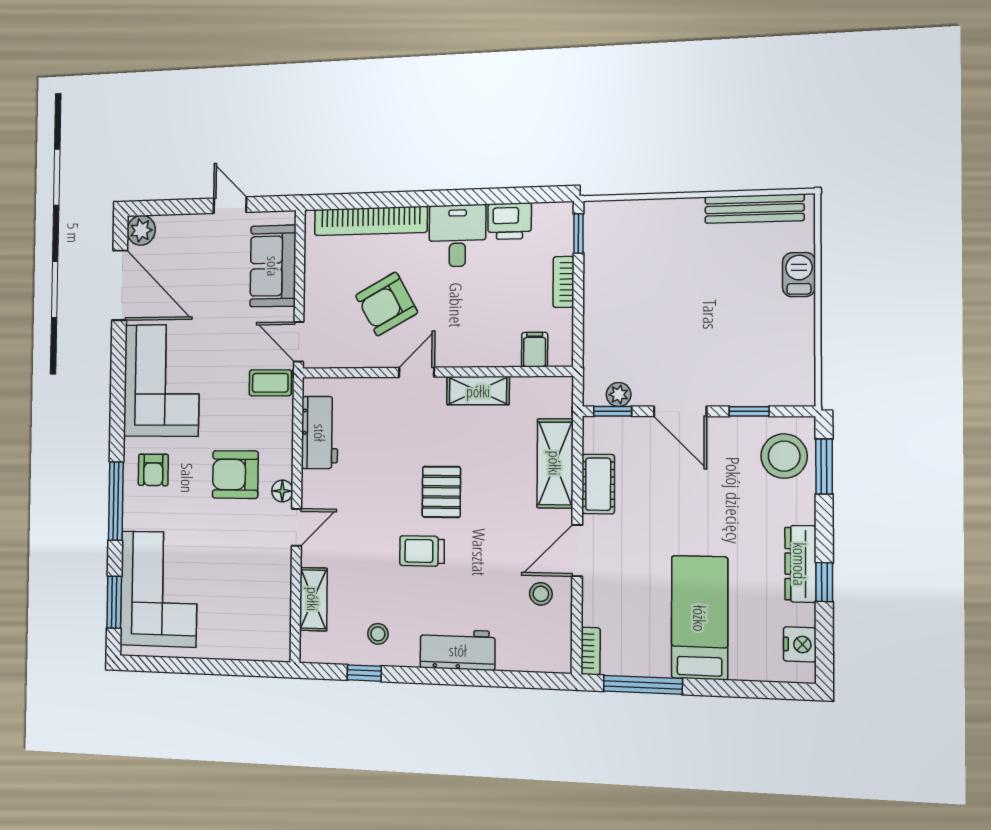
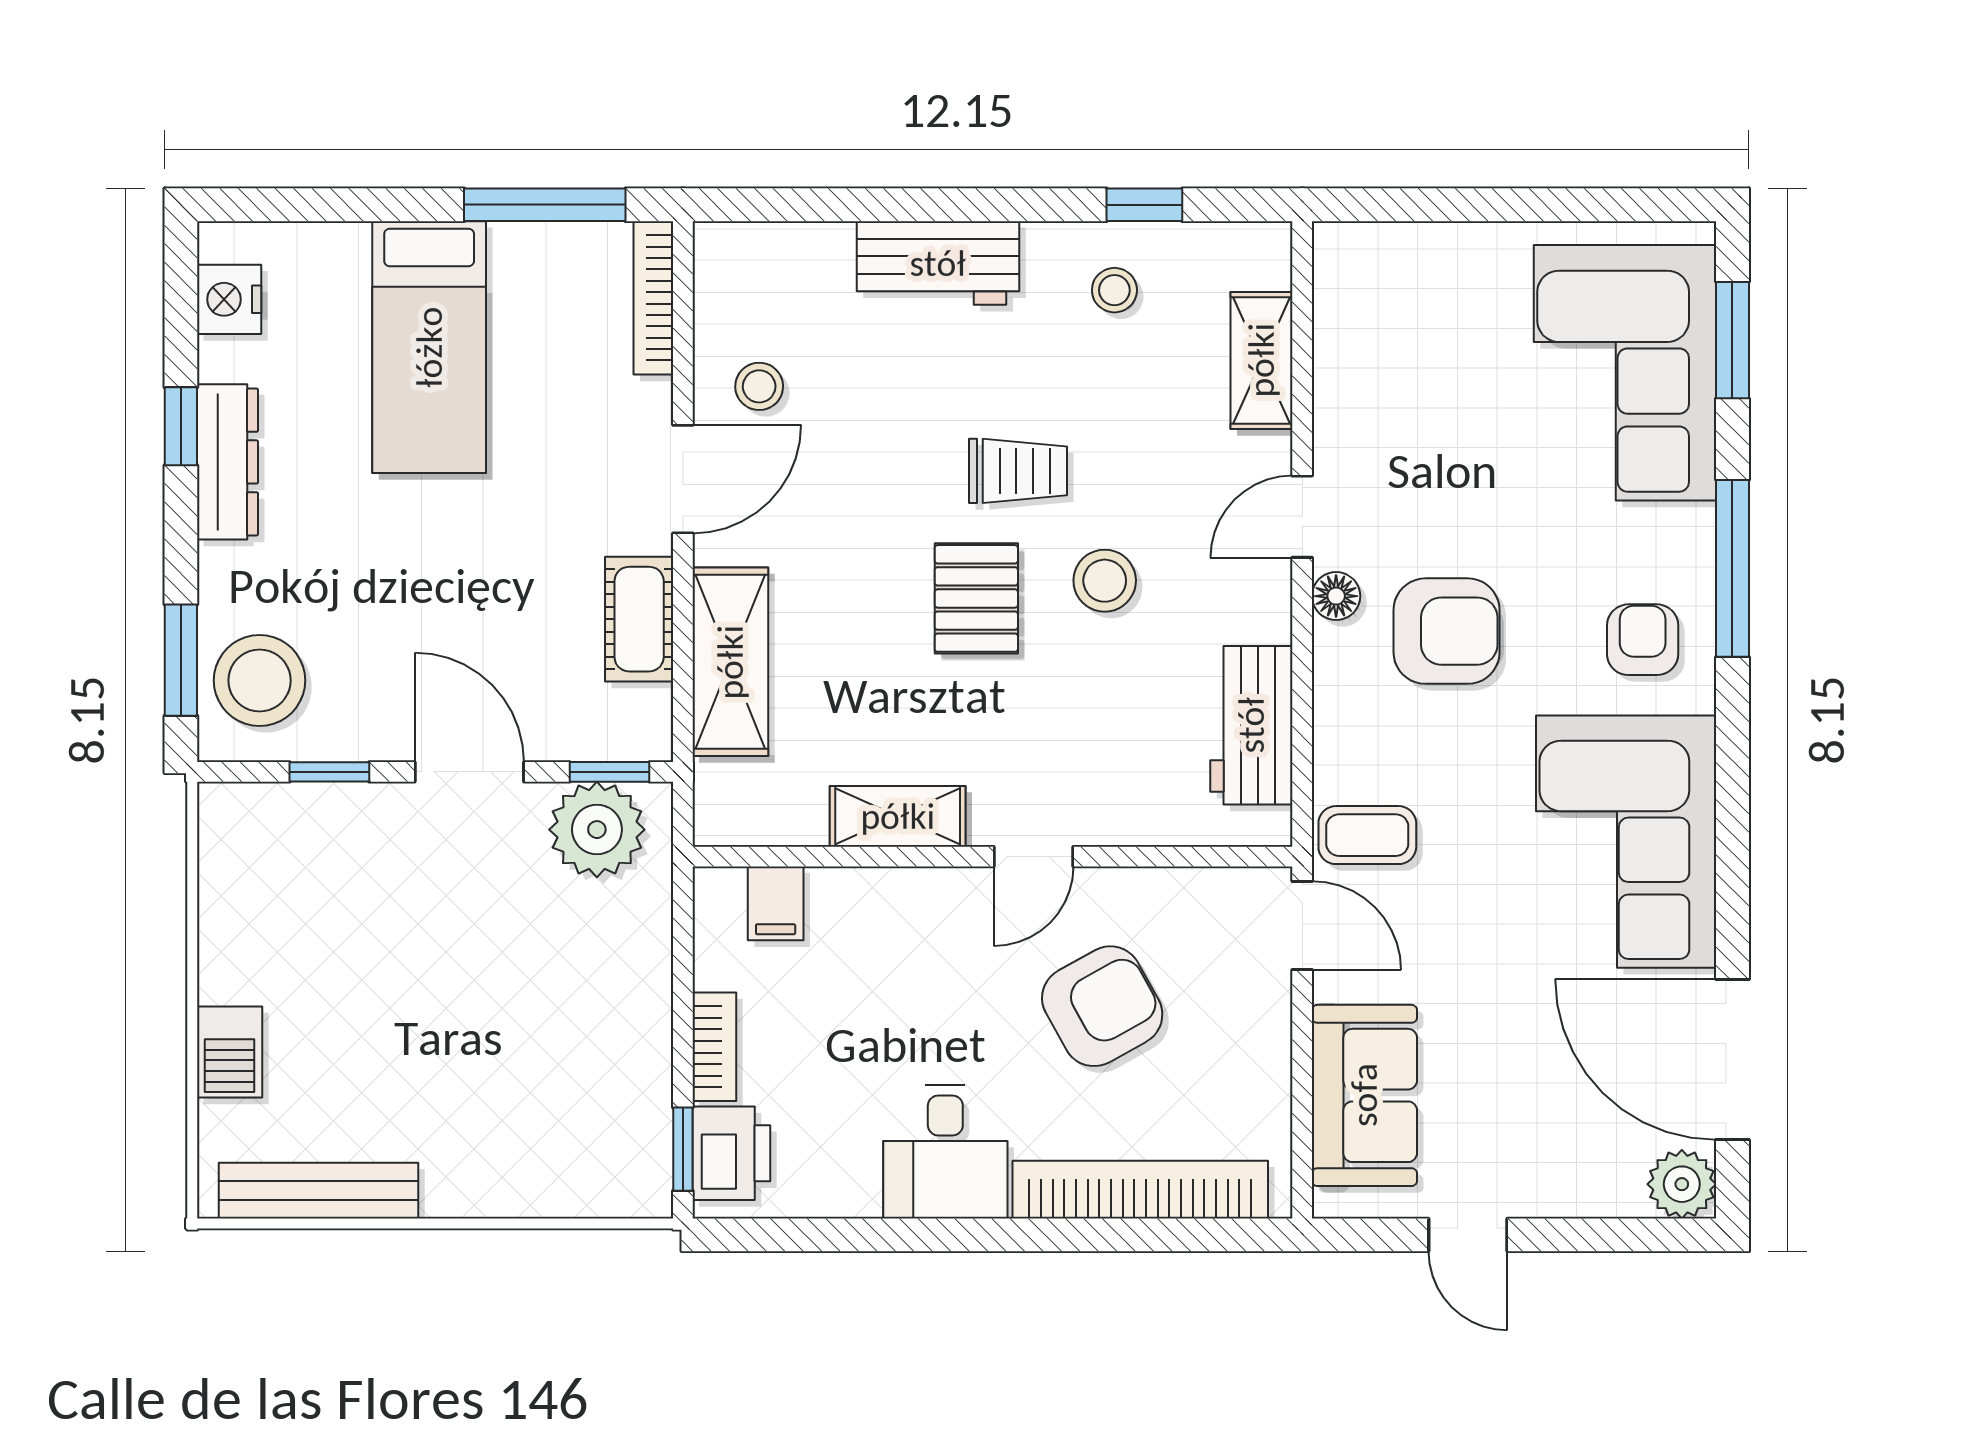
printer: (510, 221) -> (731, 1153), moved, turned 90
plant: (619, 395) -> (597, 830), width x1.87, depth x1.87
stool: (384, 499) -> (1105, 581), added
bookcase: (591, 651) -> (653, 298), width x1.56

